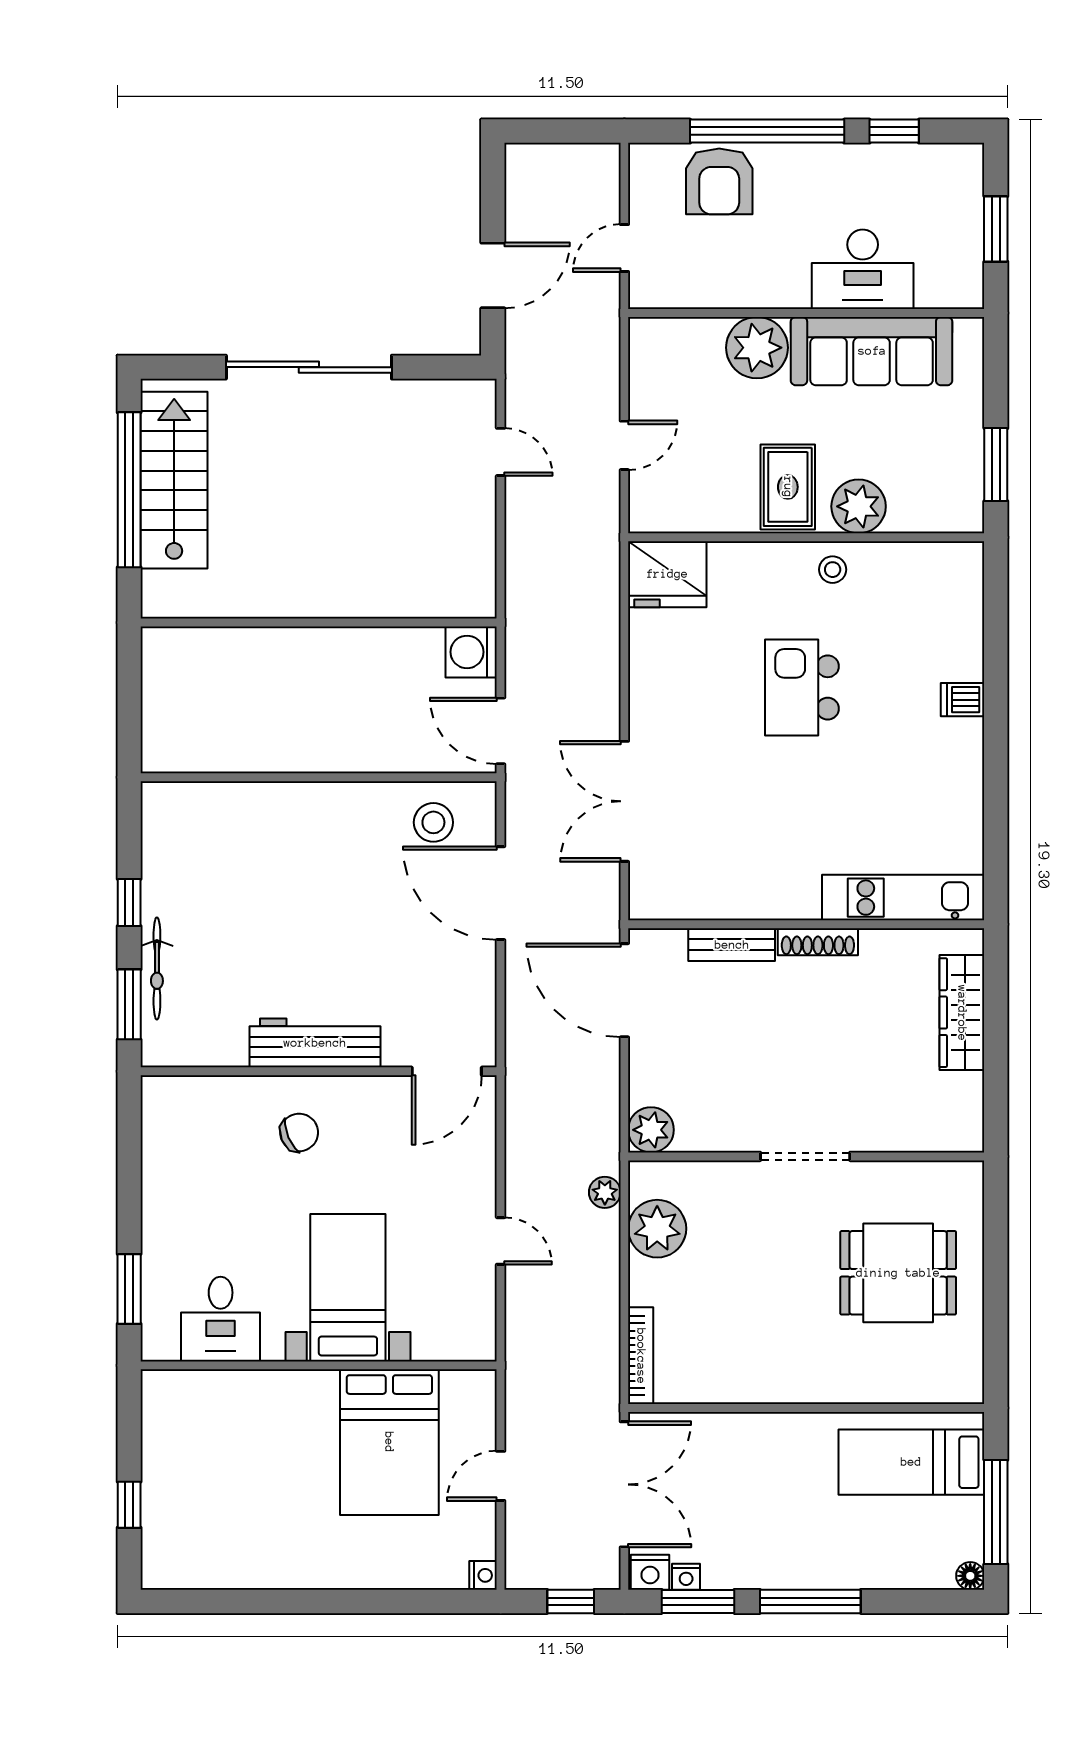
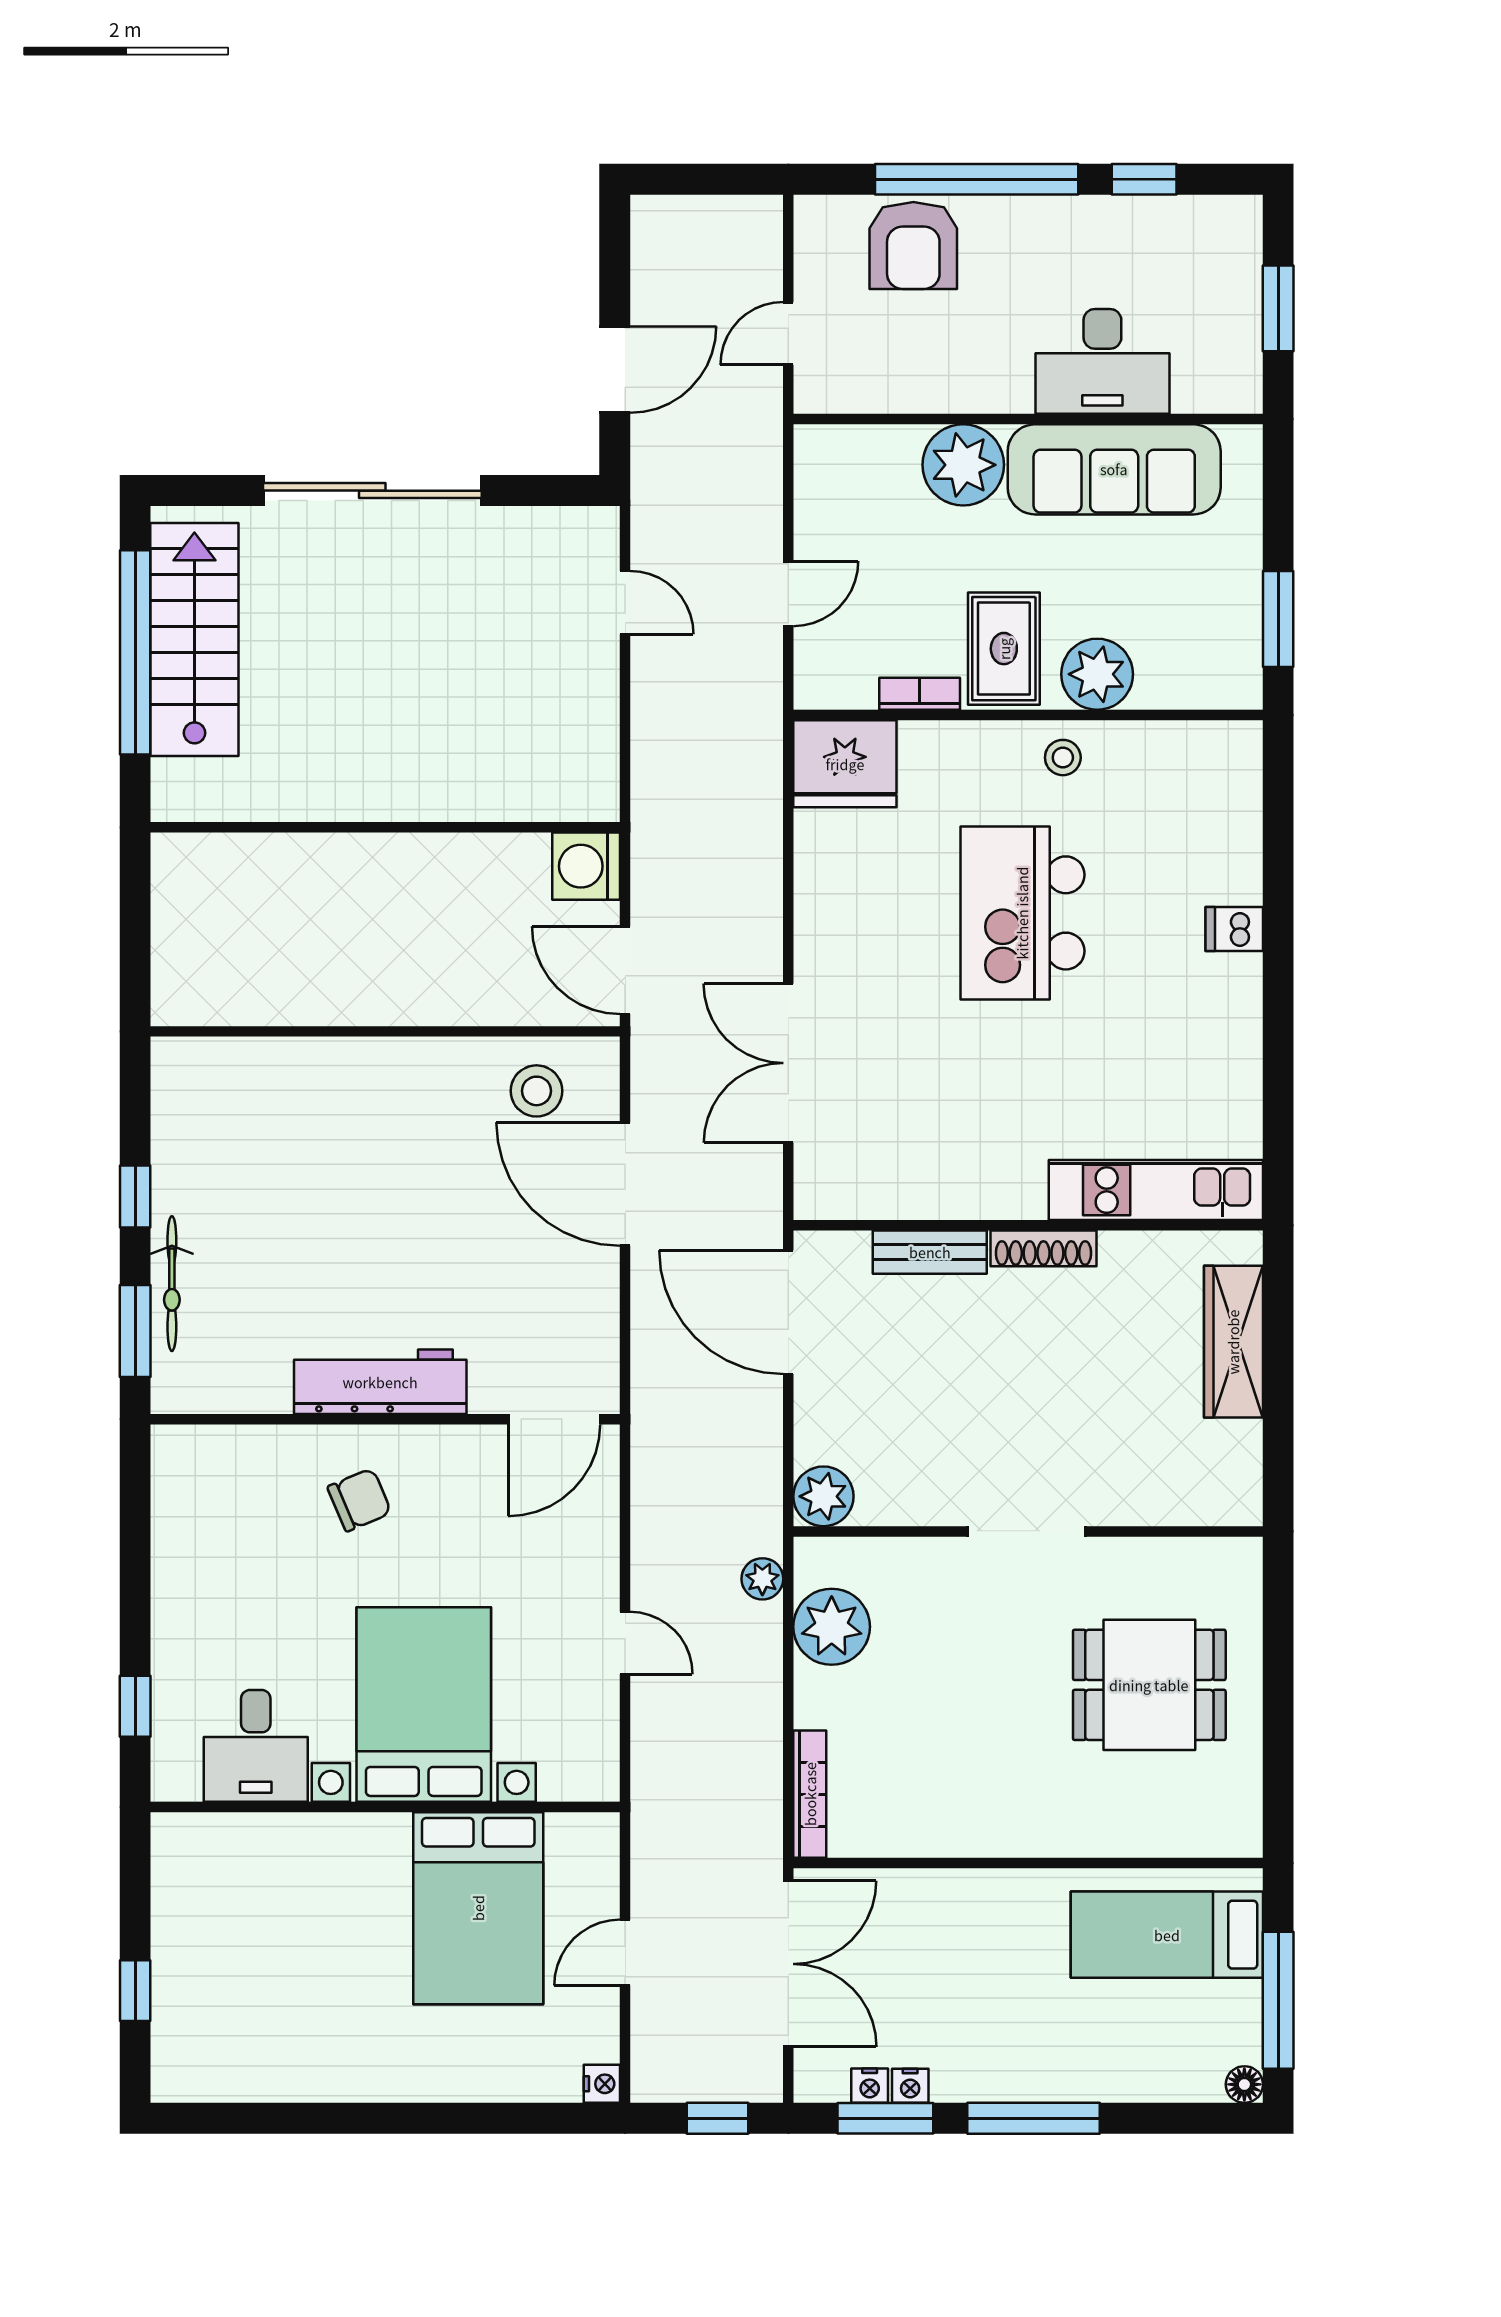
bookcase: (724, 521) -> (920, 694), added
kitchen island: (802, 687) -> (1022, 913), width x1.37, depth x1.28
bed with nightstands: (348, 1288) -> (424, 1705), width x1.36
window: (129, 1289) -> (135, 1706), width x0.67
nightstand: (650, 1572) -> (910, 2086), moved, width x0.72, depth x0.74

